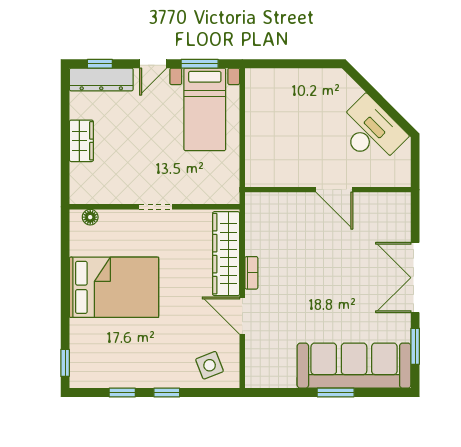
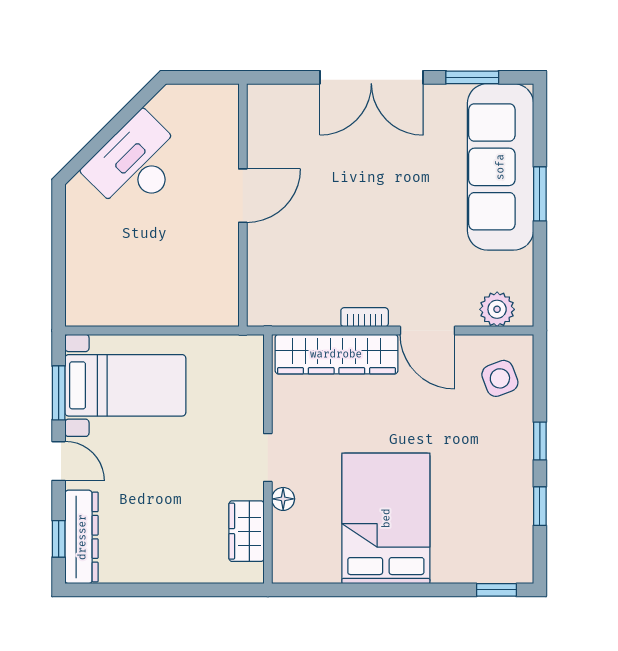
desk: (371, 131) -> (136, 164), moved
wardrobe: (81, 141) -> (246, 531), moved, turned -90
floor lamp: (90, 217) -> (283, 499), moved
door: (242, 316) -> (427, 331), hinge flipped
plant: (257, 363) -> (497, 309), added

